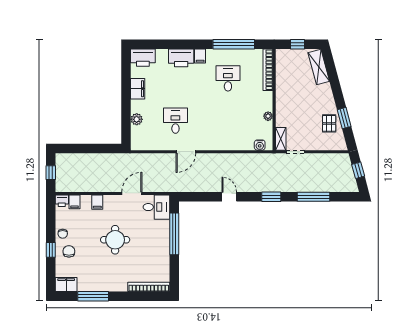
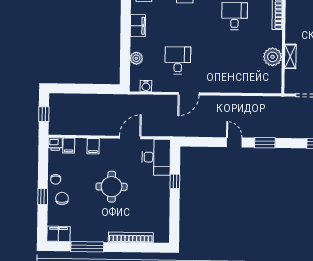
plant: (268, 116) -> (273, 57), width x1.88, depth x1.88
shelving: (281, 139) -> (290, 56), moved
water cooler: (260, 145) -> (146, 86), moved
window: (271, 197) -> (265, 143), moved
desk: (156, 207) -> (156, 157), width x1.37
window: (174, 234) -> (175, 181), width x0.32
bookcase: (149, 287) -> (131, 237), moved

